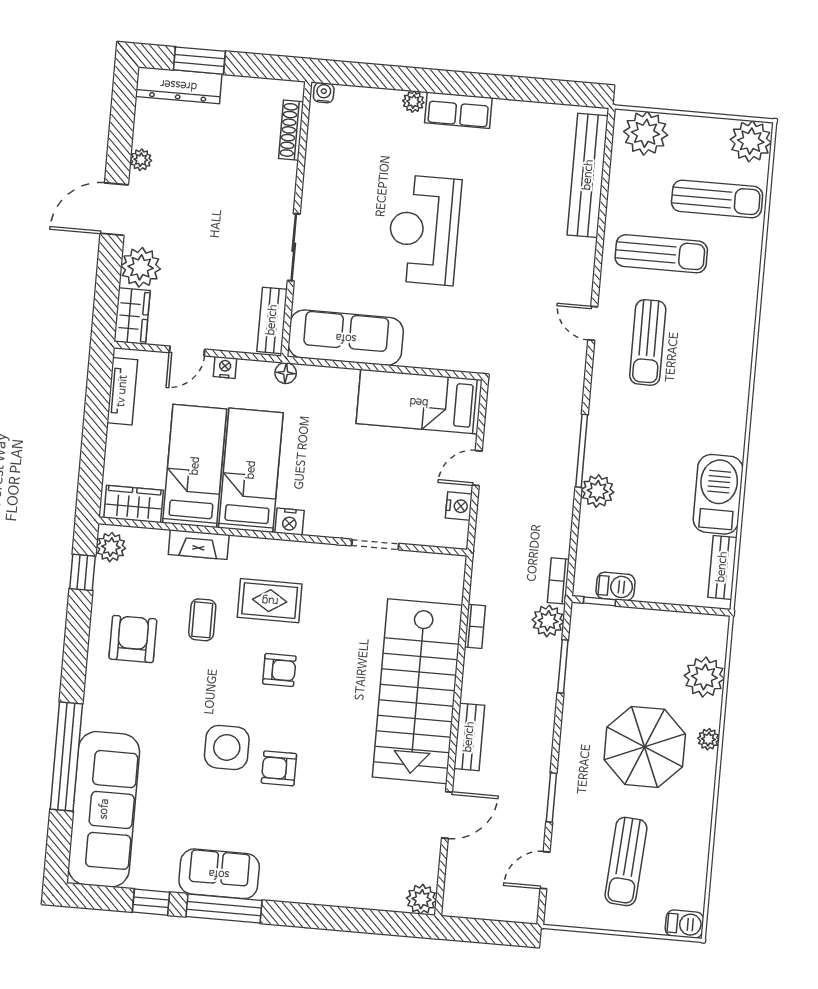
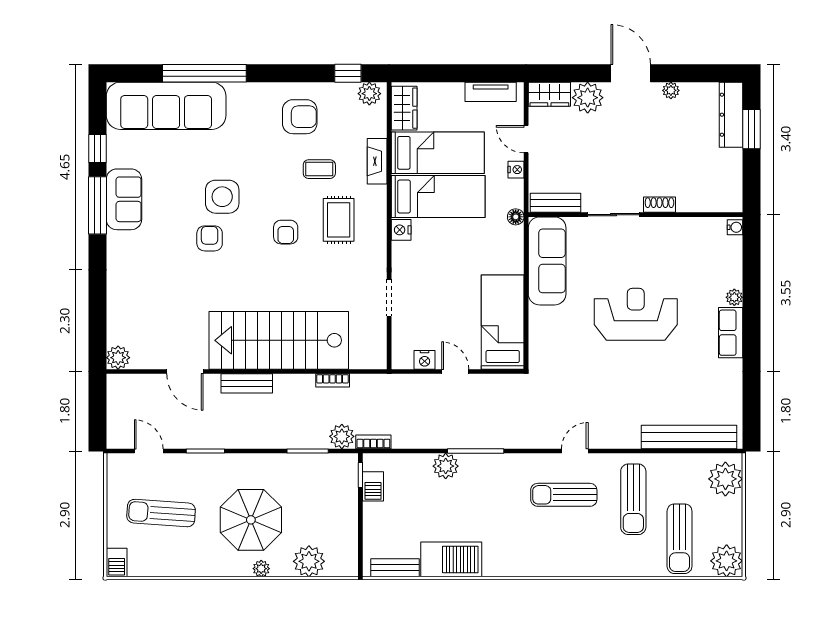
shoe rack: (291, 130) -> (659, 205), moved, width x0.70

